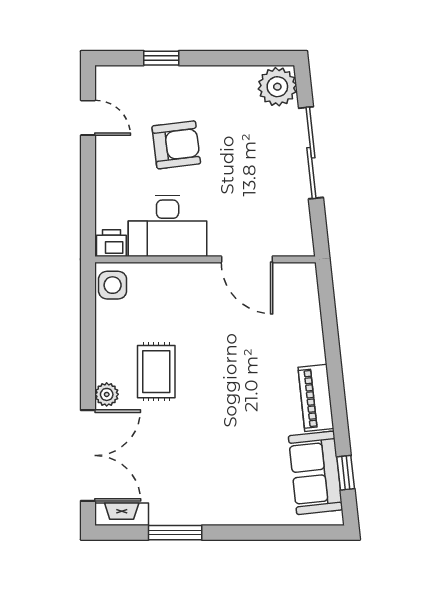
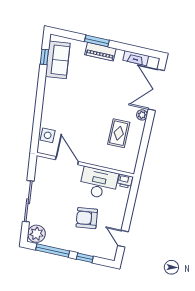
window: (234, 58) -> (53, 251), added
side table: (113, 285) -> (48, 135), moved
rug: (156, 372) -> (119, 133), moved
piano: (316, 398) -> (100, 52), moved, turned 96
fireplace: (122, 514) -> (136, 58), moved
window: (175, 533) -> (97, 41), moved

